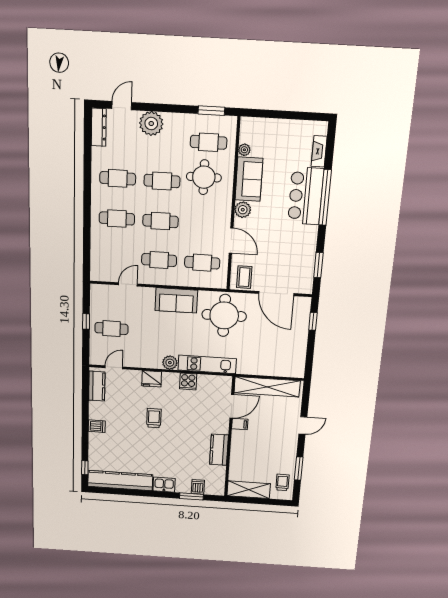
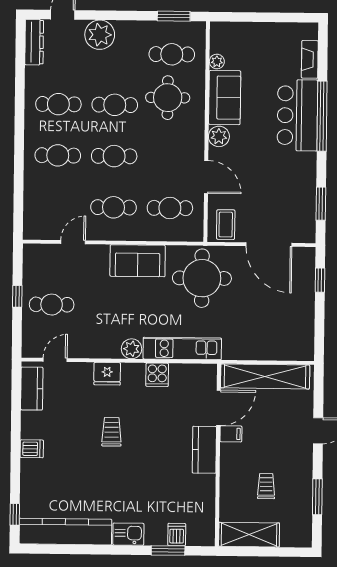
kitchen counter: (219, 450) -> (204, 450), moved
trolley: (282, 482) -> (266, 486), moved

